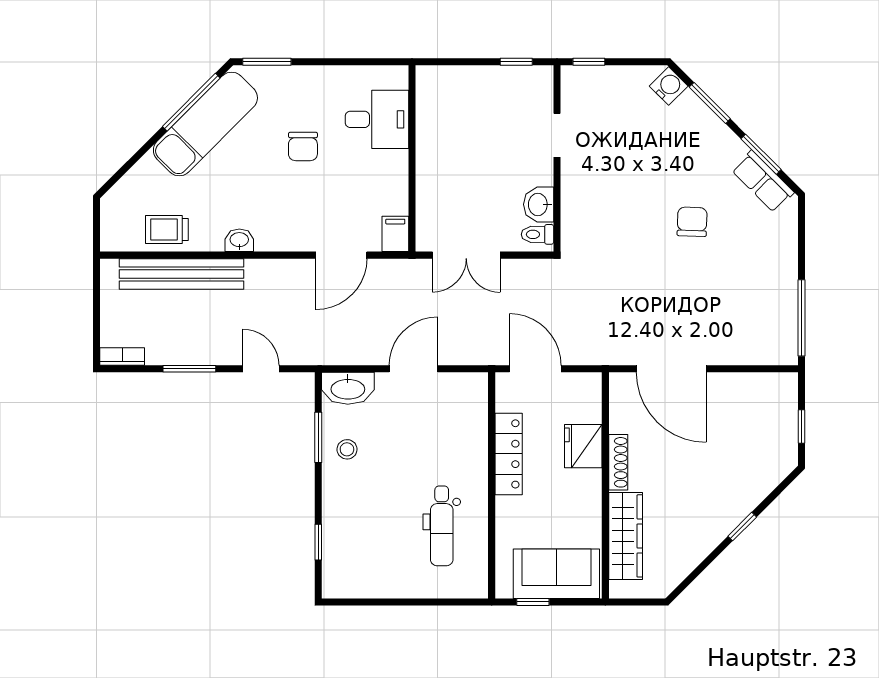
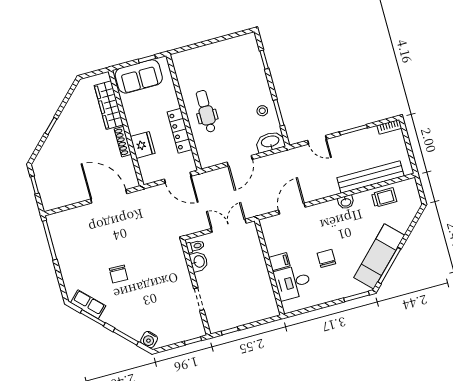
filing cabinet: (395, 234) -> (279, 262), moved, turned -90
dental chair: (442, 526) -> (206, 111), moved

